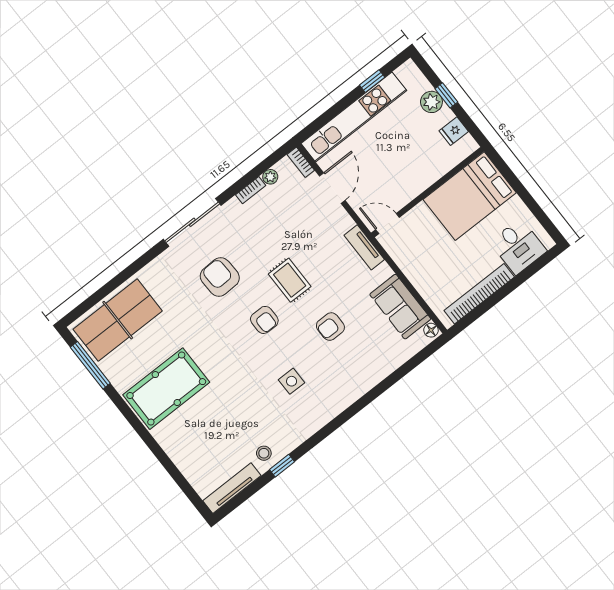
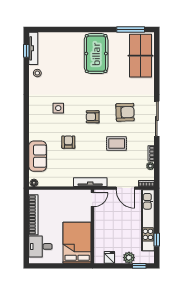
window: (446, 95) -> (139, 266), moved
tv unit: (364, 247) -> (90, 182), width x1.41
rug: (290, 280) -> (117, 144), moved
sofa: (400, 307) -> (38, 156), moved, turned 90
window: (282, 466) -> (26, 51), moved

